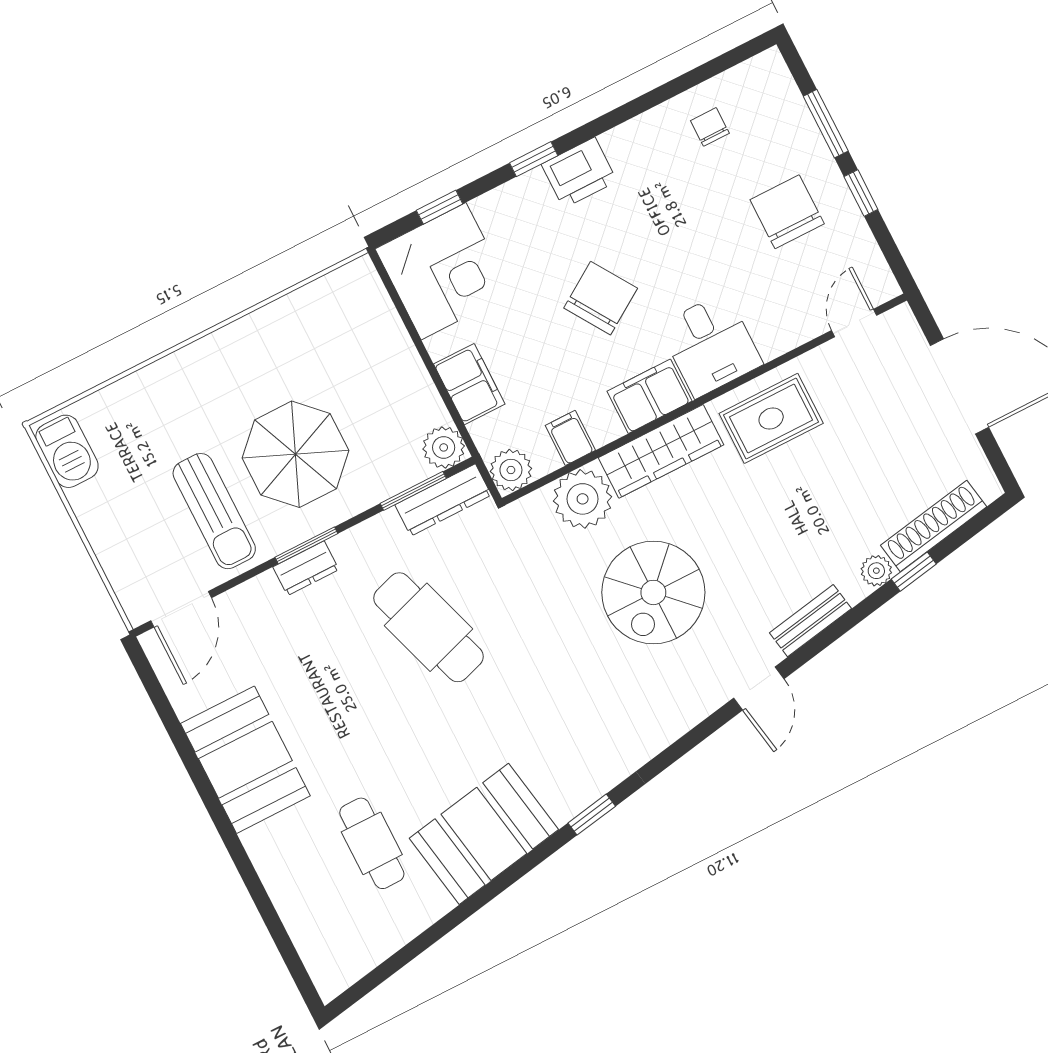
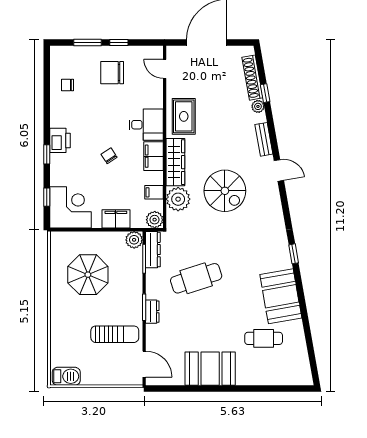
chair: (601, 298) -> (109, 156), width x0.54, depth x0.54
parasol: (295, 454) -> (88, 275), moved

